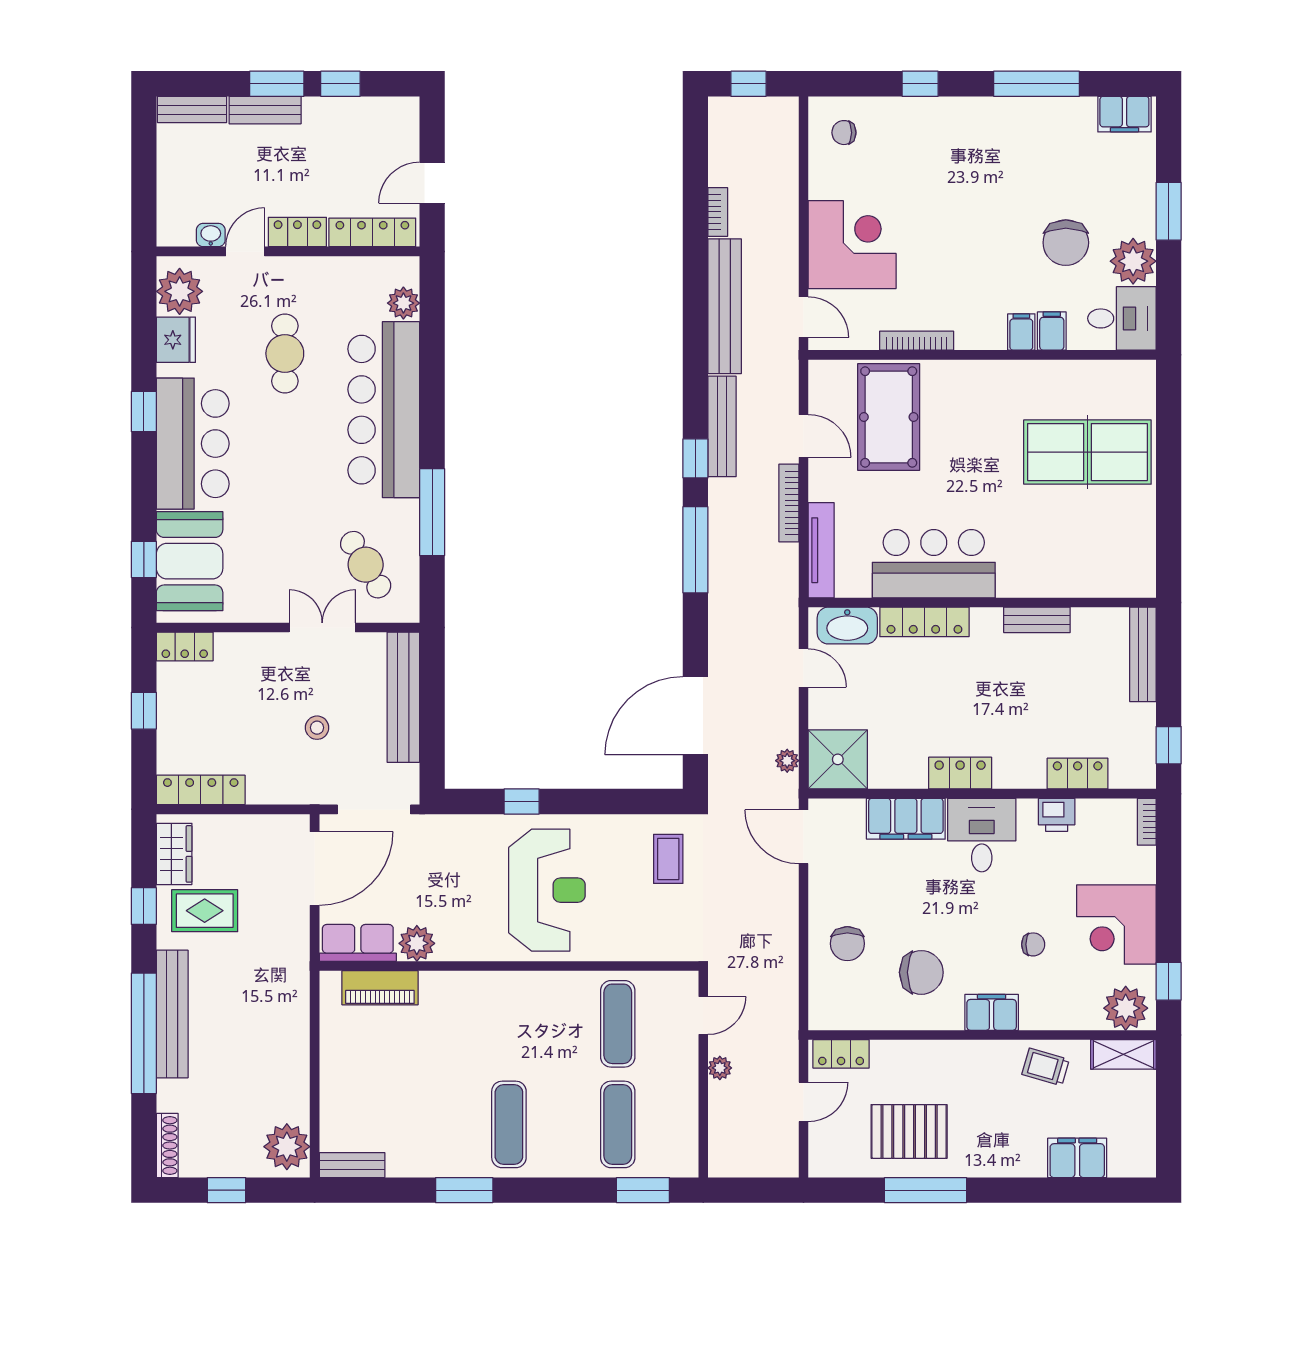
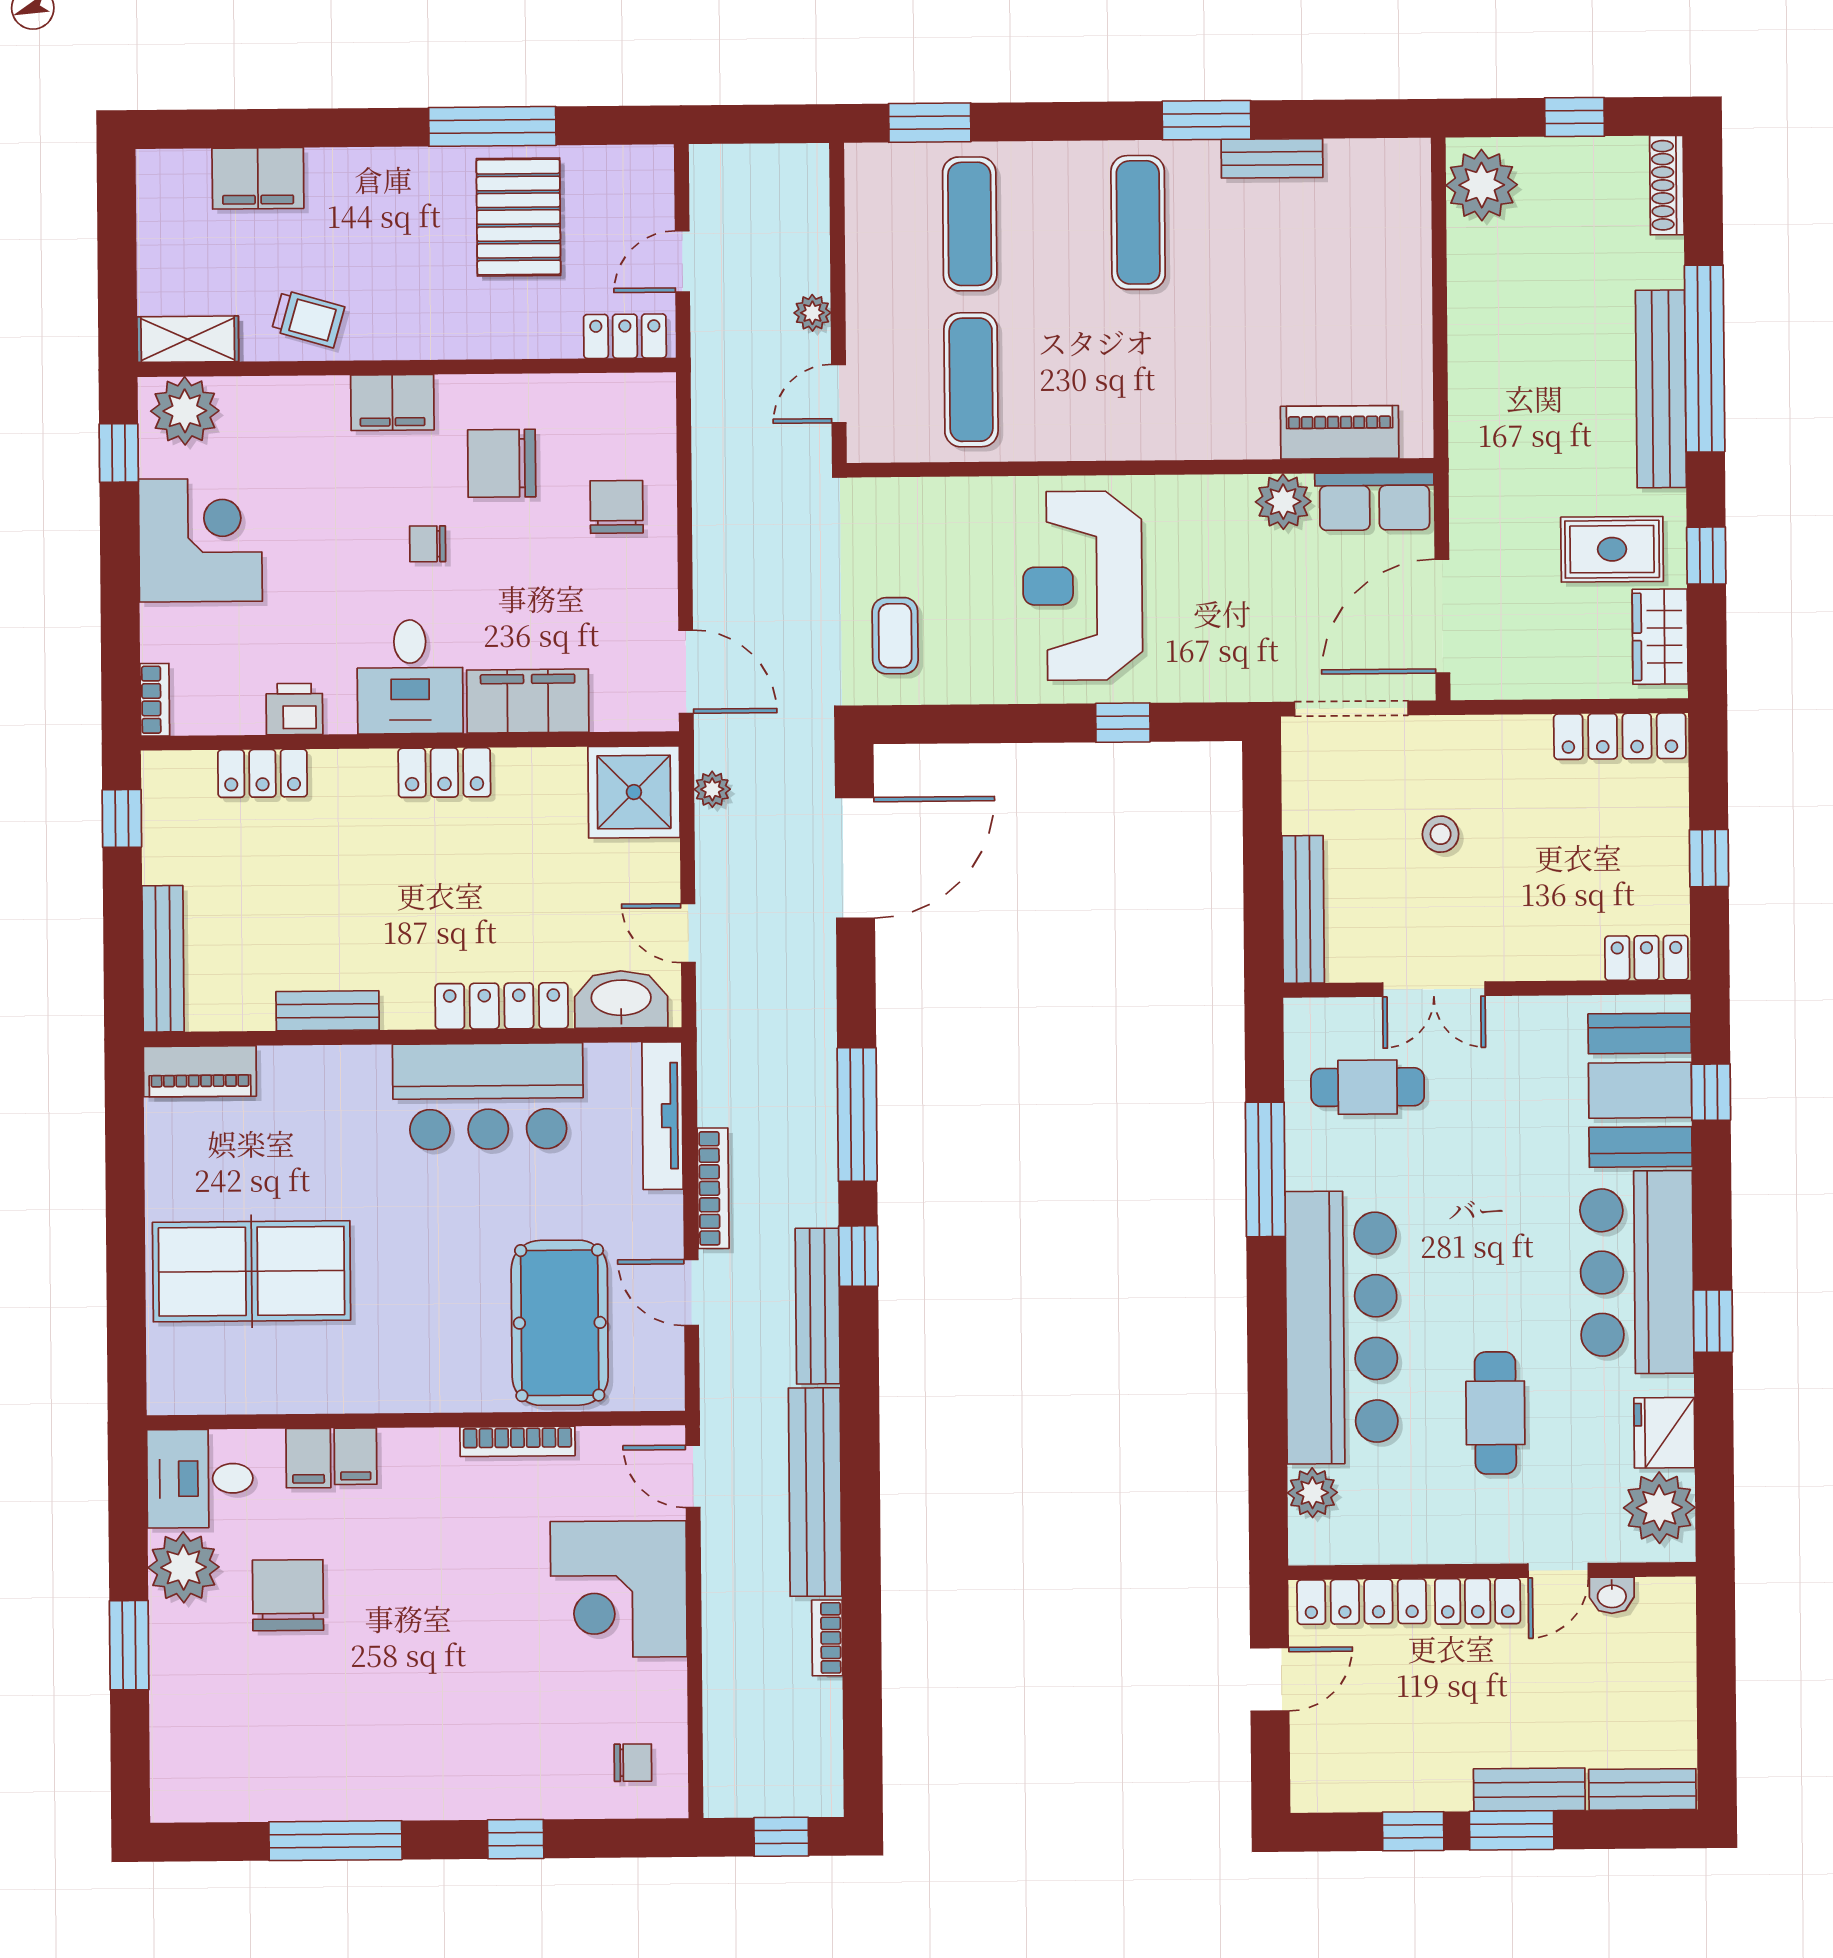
filing cabinet: (1124, 114) -> (199, 1795), removed
cafe table: (366, 565) -> (1368, 1087), turned -59
piano: (1120, 581) -> (200, 1071), added
bench: (403, 697) -> (1303, 909), width x0.73, depth x0.82
chair: (1033, 944) -> (428, 544), moved
pallet: (909, 1131) -> (518, 217), turned 90
bench: (352, 1165) -> (1272, 158), moved

